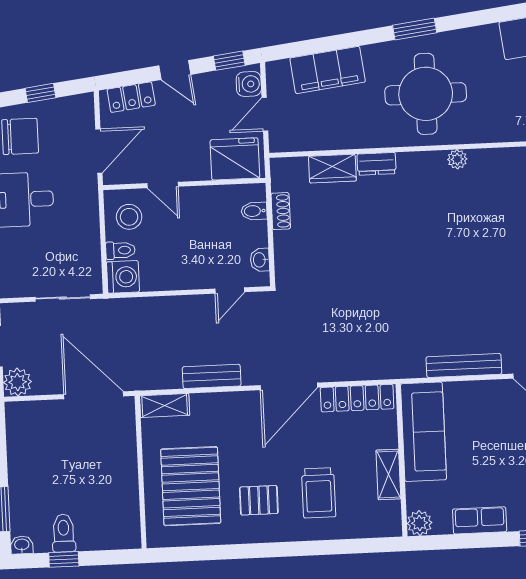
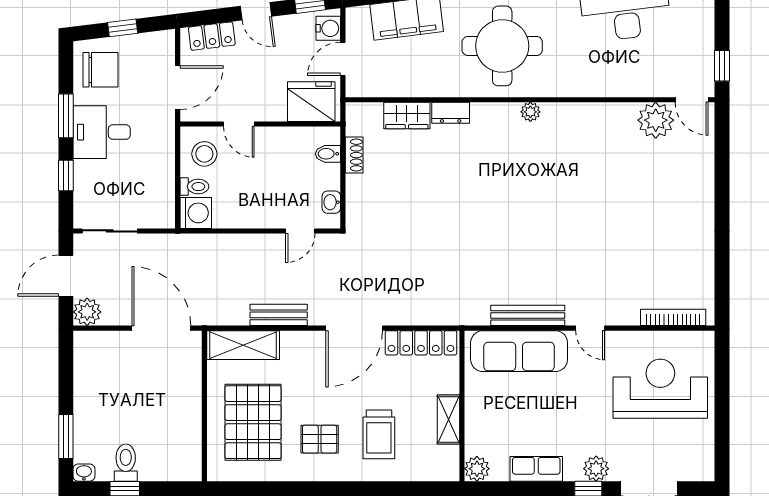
sliding door: (63, 298) -> (110, 231), moved
shelving: (165, 405) -> (243, 345), width x1.50, depth x1.33
sofa: (423, 432) -> (519, 351), moved, turned 90

